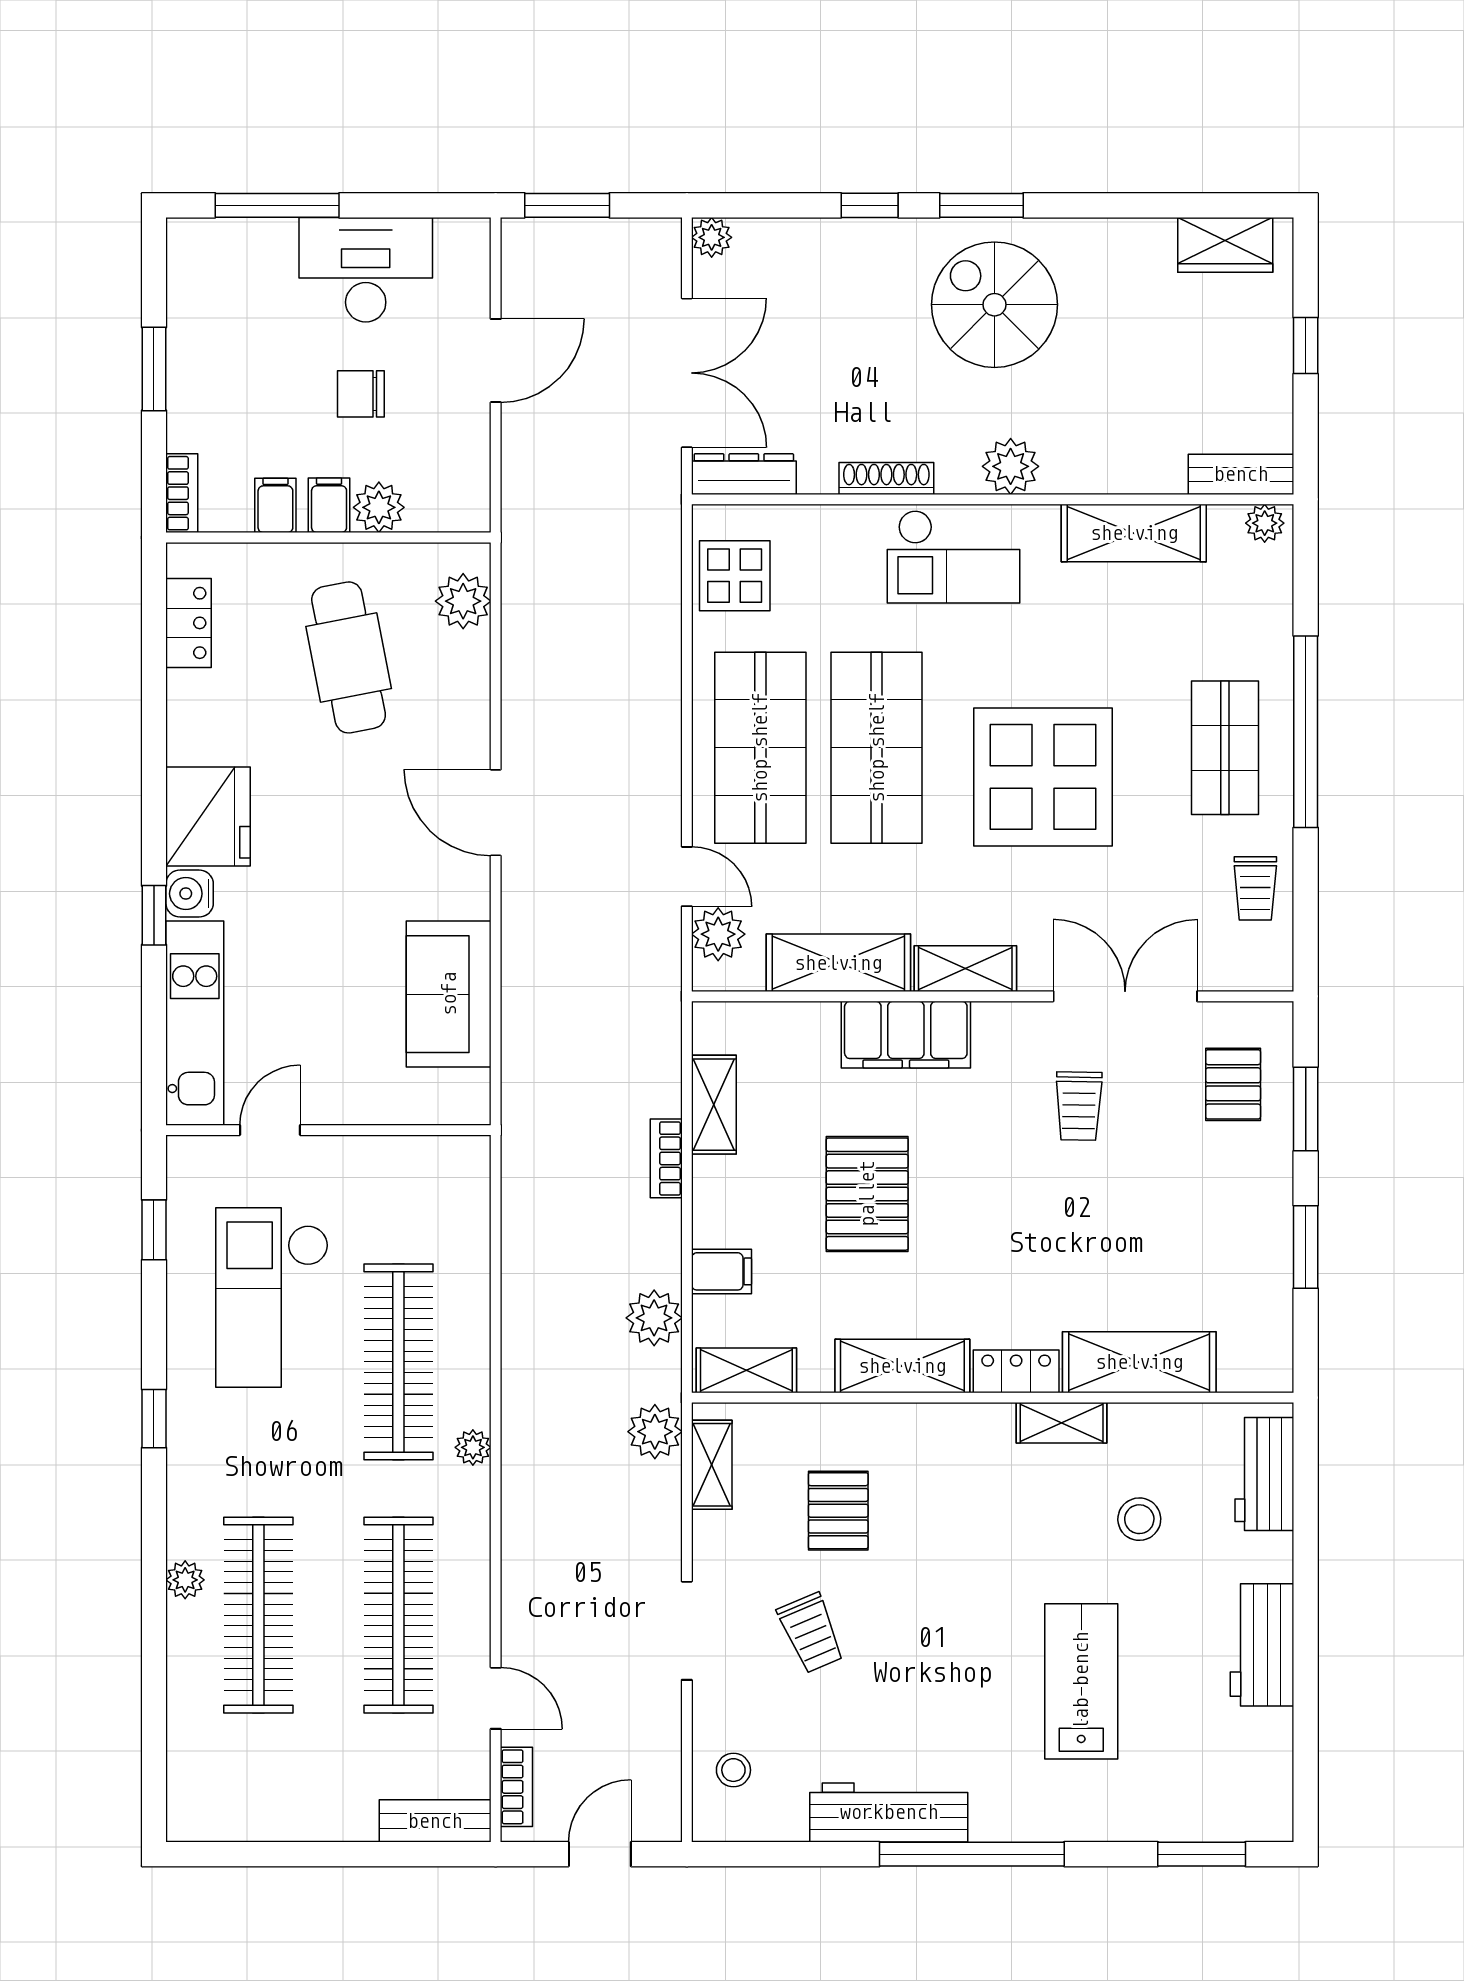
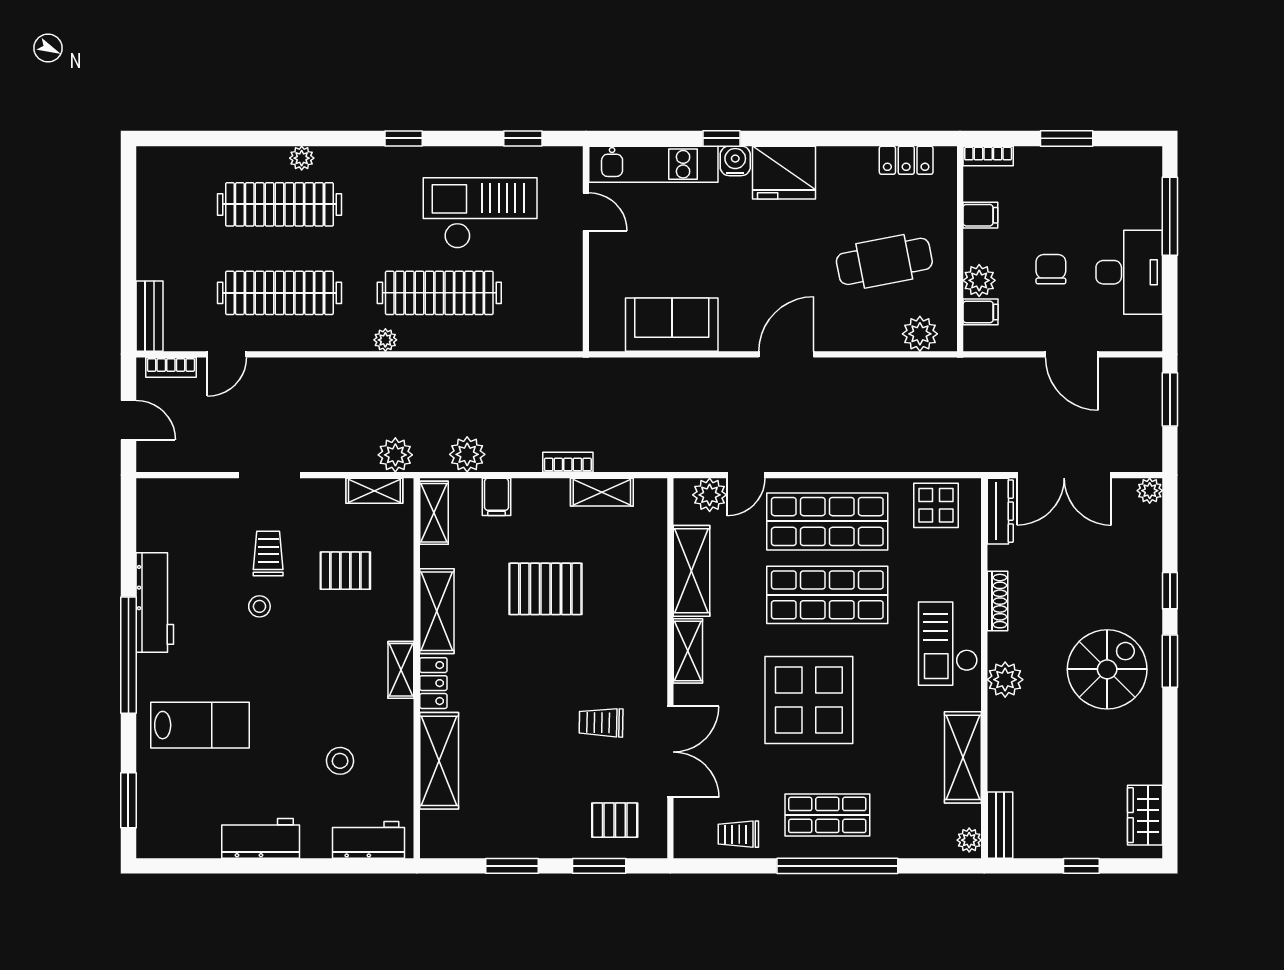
filing cabinet: (329, 505) -> (980, 312), moved
filing cabinet: (906, 1035) -> (646, 613), removed
shelving: (1062, 1423) -> (401, 670), moved
trolley: (811, 1633) -> (268, 554), turned 113
lab bench: (1081, 1681) -> (200, 725), moved
stool: (733, 1770) -> (259, 606), moved

